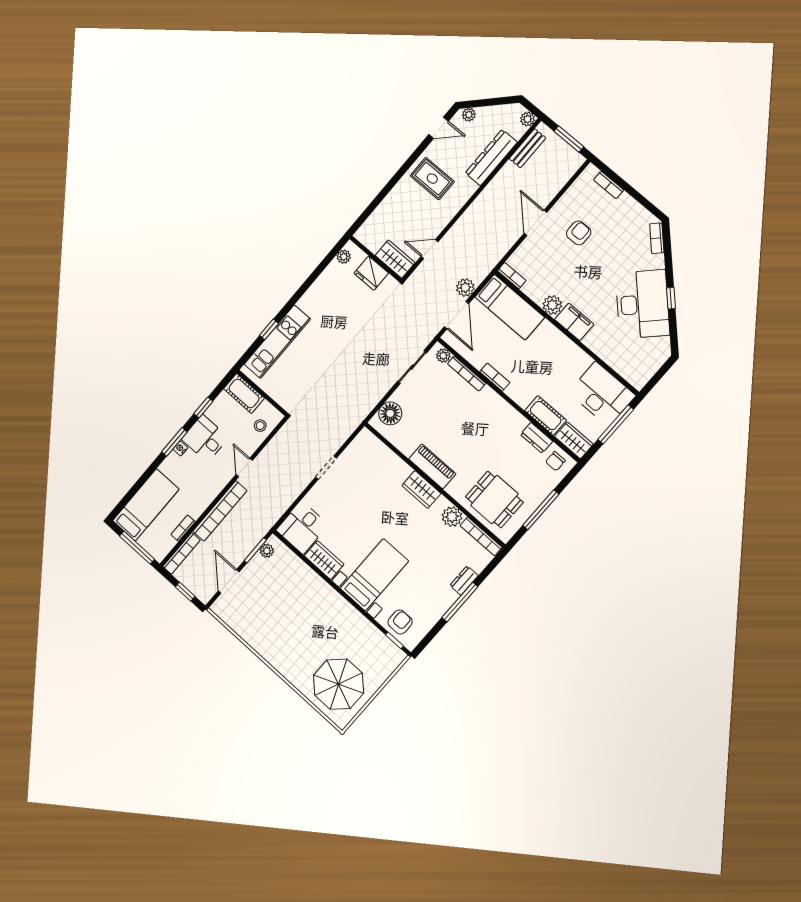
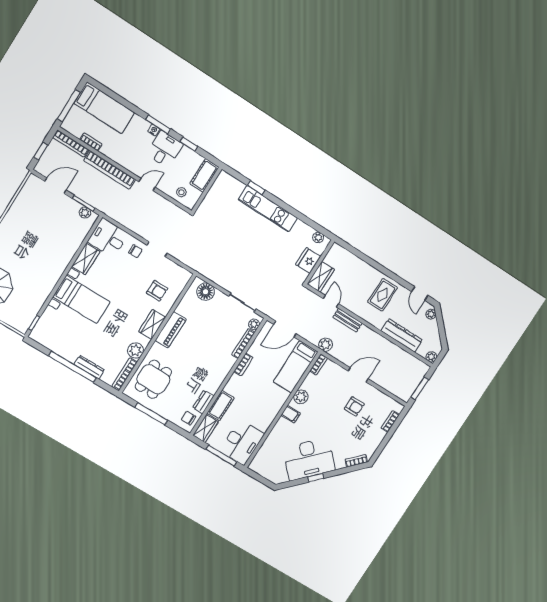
bench: (527, 148) -> (347, 320), moved
plant: (465, 288) -> (326, 345), moved
filing cabinet: (574, 322) -> (291, 414), width x0.50
kitchen unit: (277, 342) -> (268, 209), moved
chair: (324, 496) -> (135, 251), added
dresser: (464, 580) -> (89, 367), width x1.44
window: (460, 602) -> (72, 367), width x1.46
armchair: (400, 622) -> (157, 291), moved

